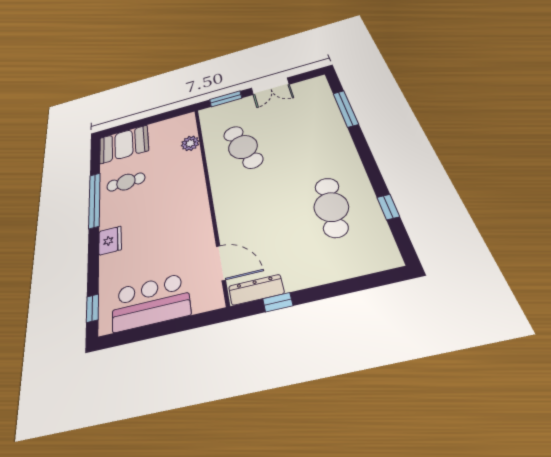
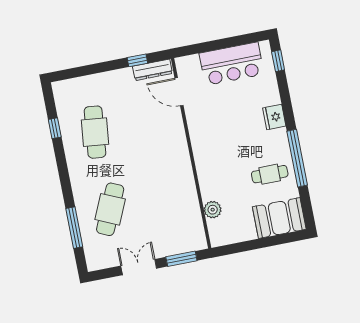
cafe table: (243, 147) -> (110, 209), moved, turned 42

